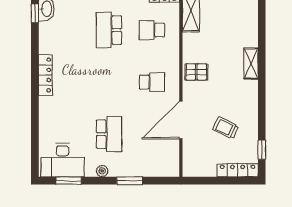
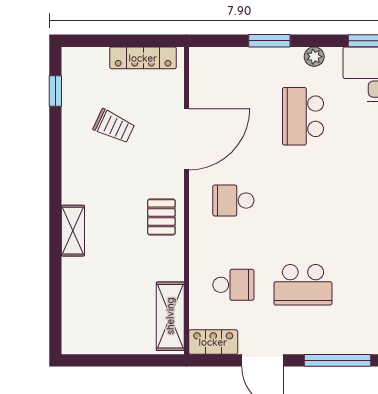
school desk: (109, 30) -> (303, 285), turned 90
pallet: (196, 72) -> (161, 217), turned 90
locker: (238, 170) -> (143, 58), moved

